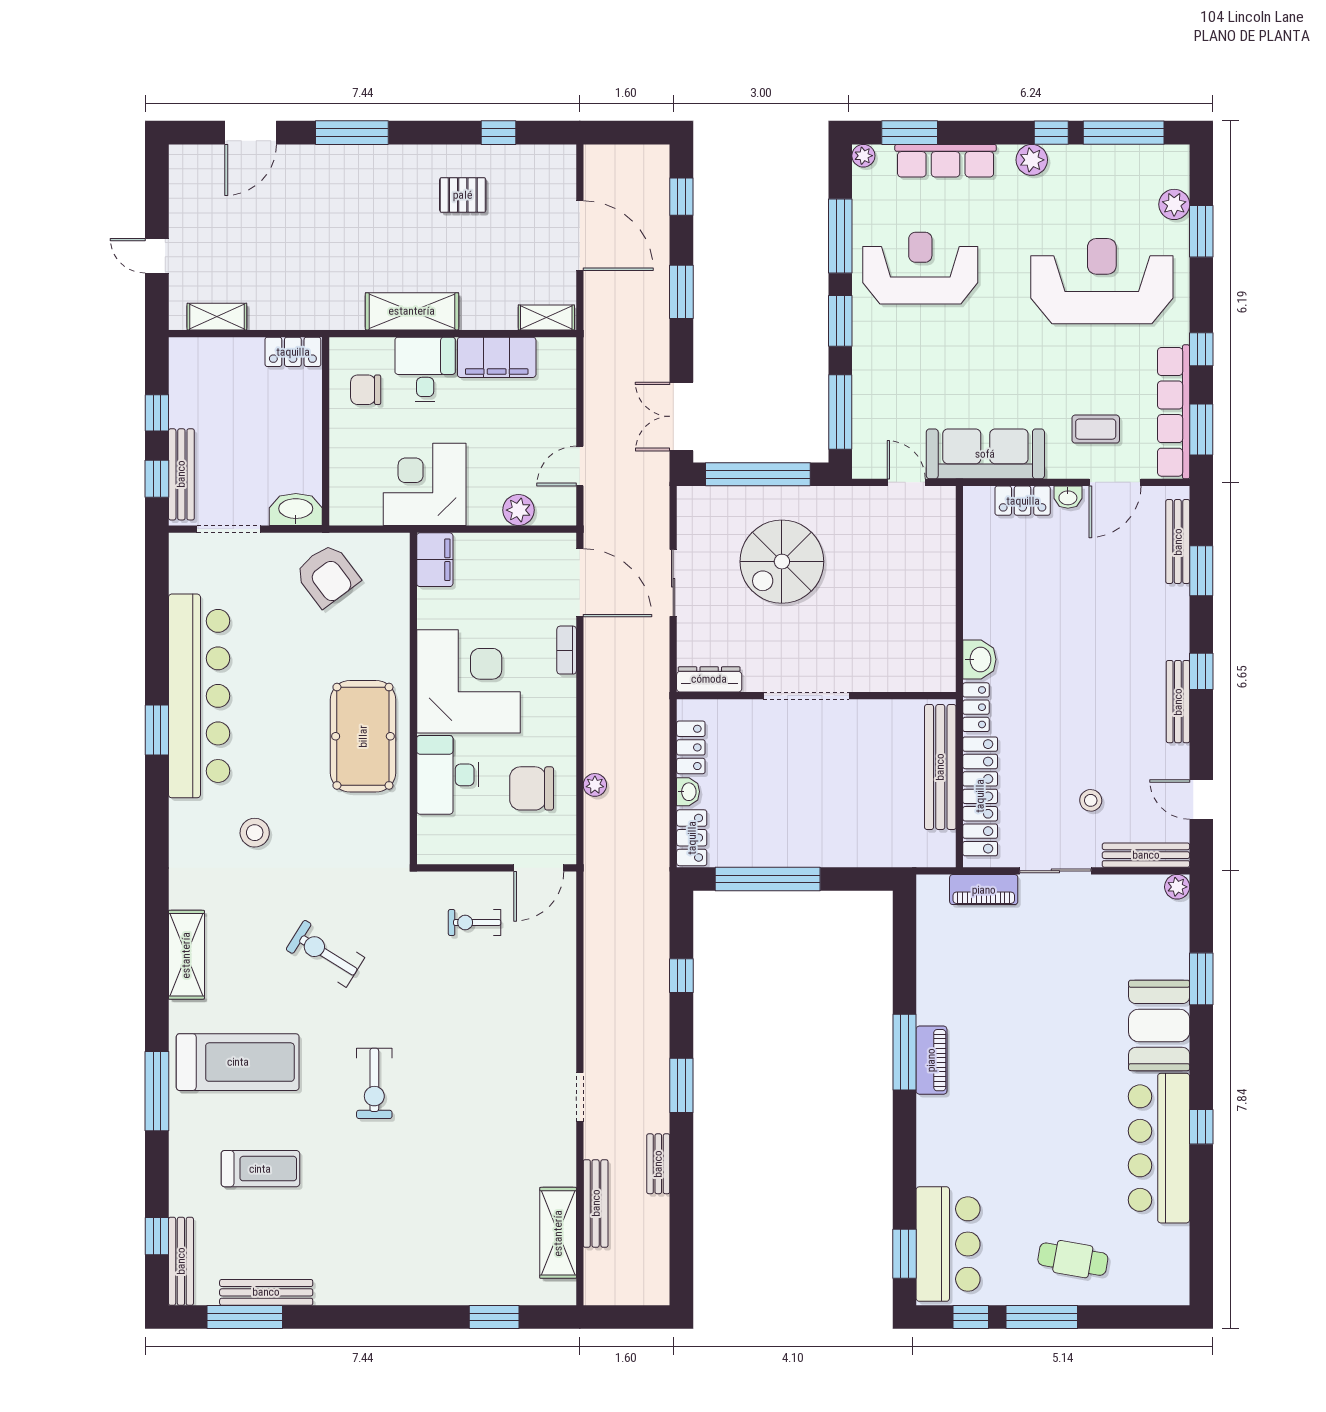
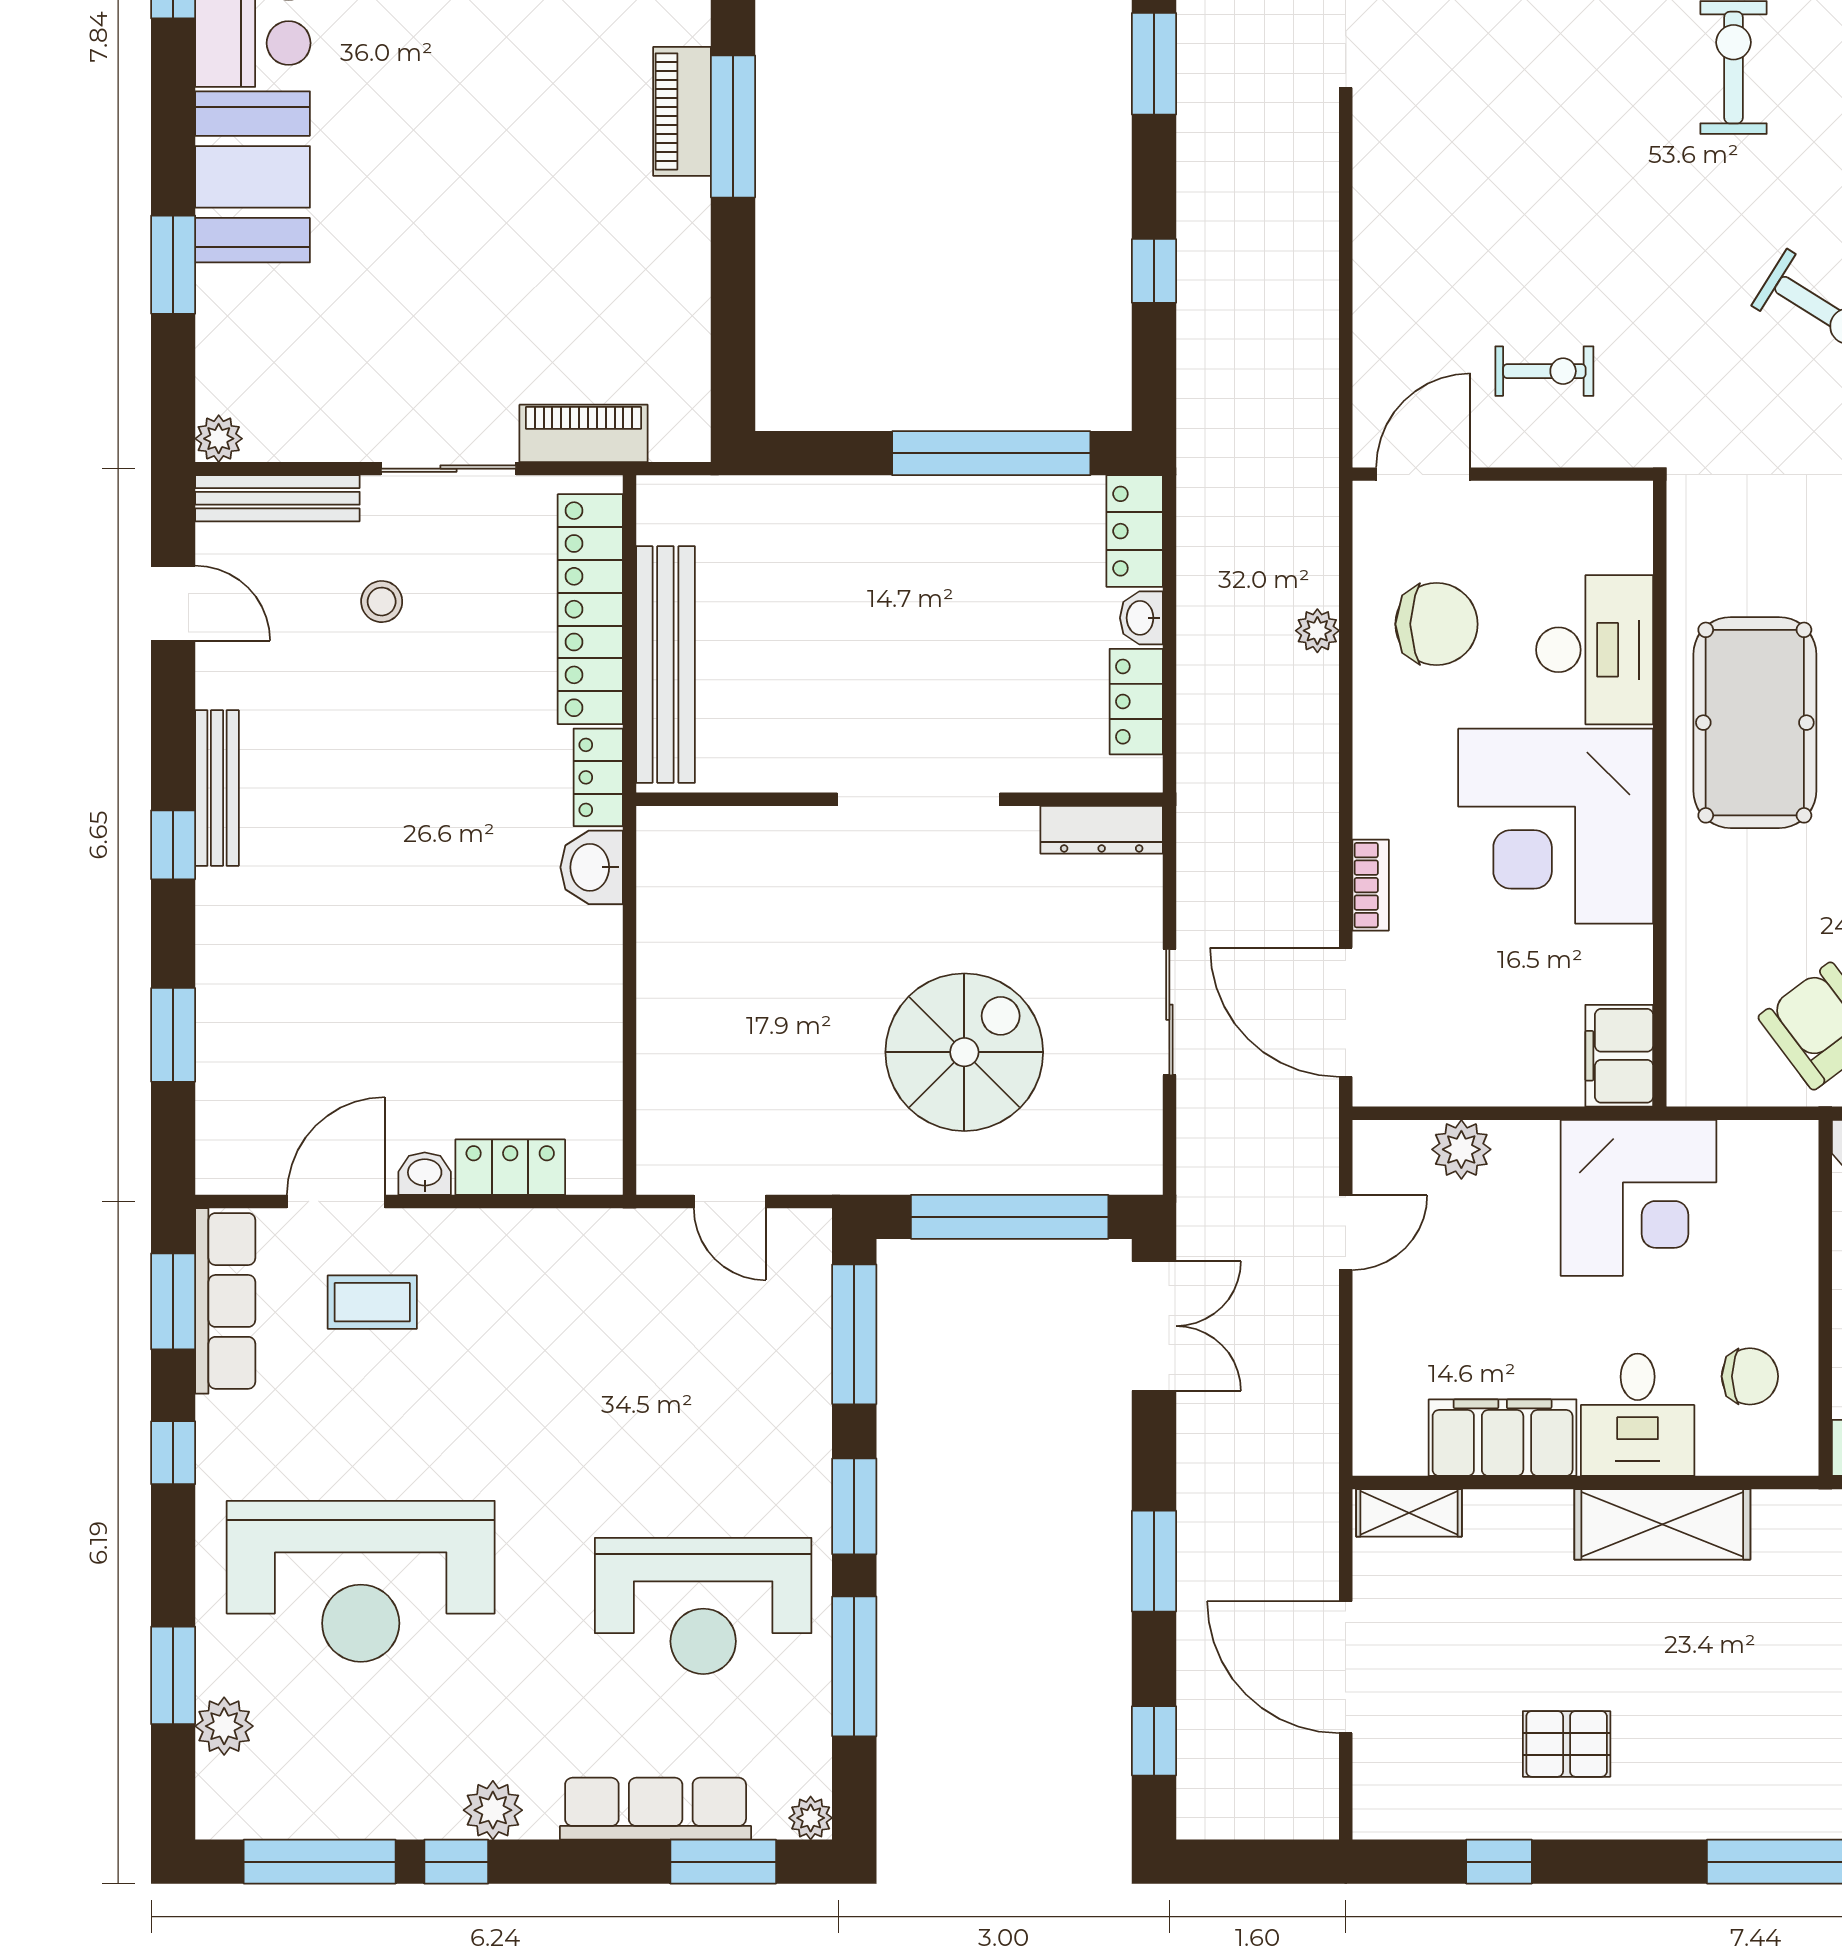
row of seats: (1174, 412) -> (225, 1301), width x0.73
sofa: (985, 454) -> (580, 1255), removed
bench: (1178, 542) -> (217, 1090), removed

